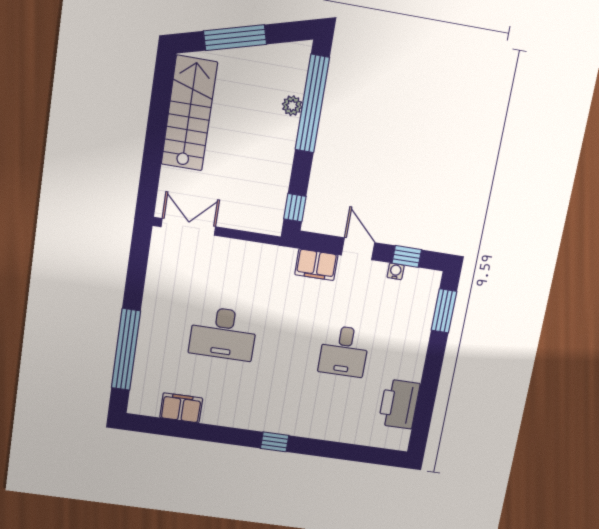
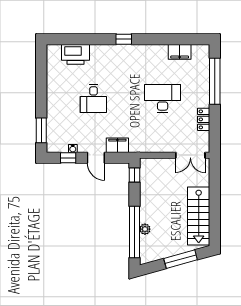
locker: (155, 287) -> (204, 119), added
desk: (344, 351) -> (93, 98), turned 180
printer: (399, 404) -> (75, 54), moved, turned 90

